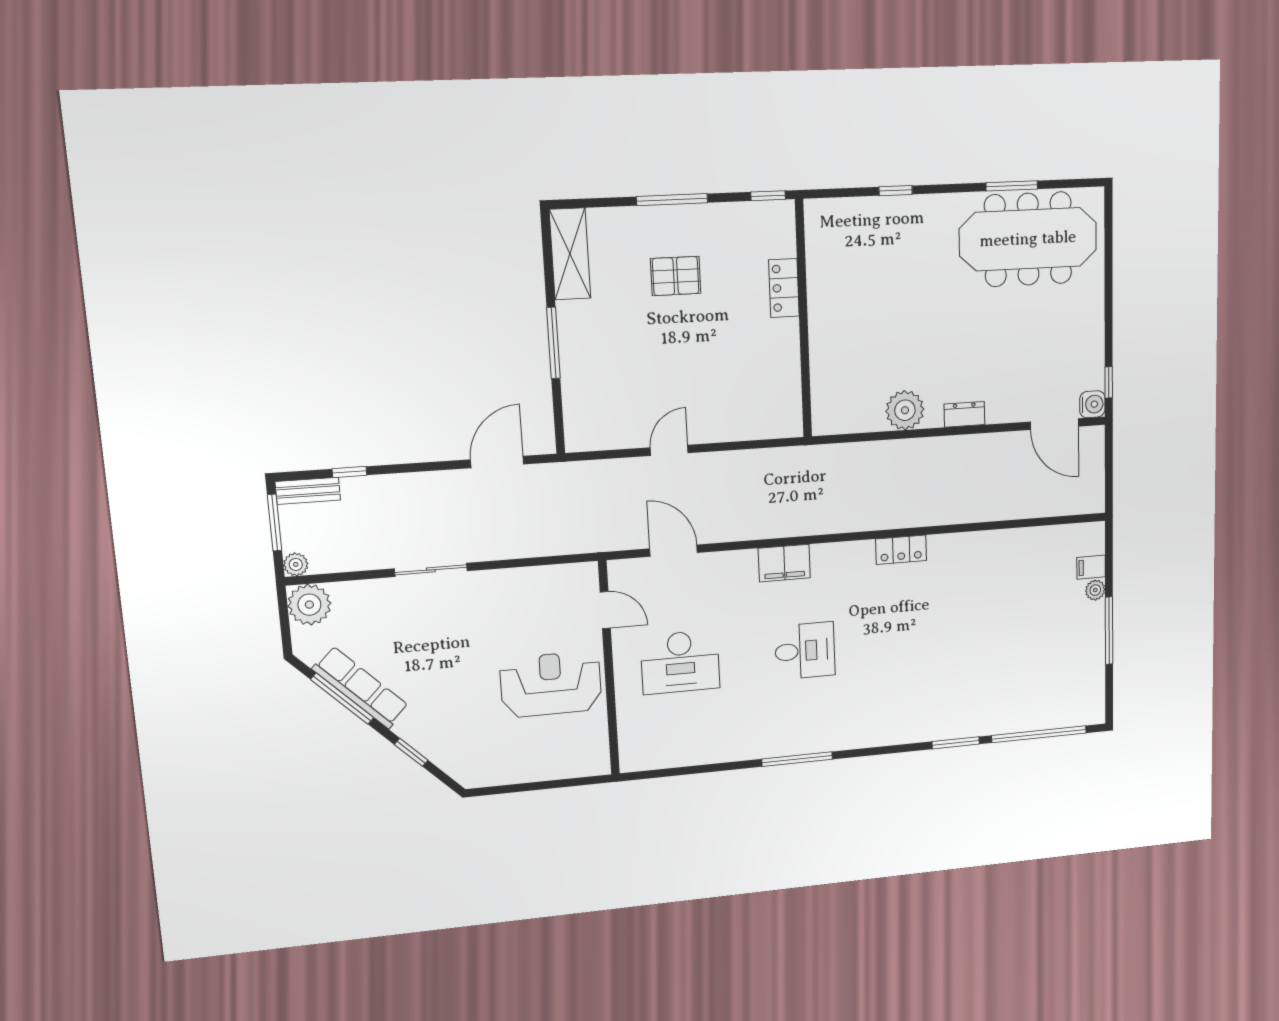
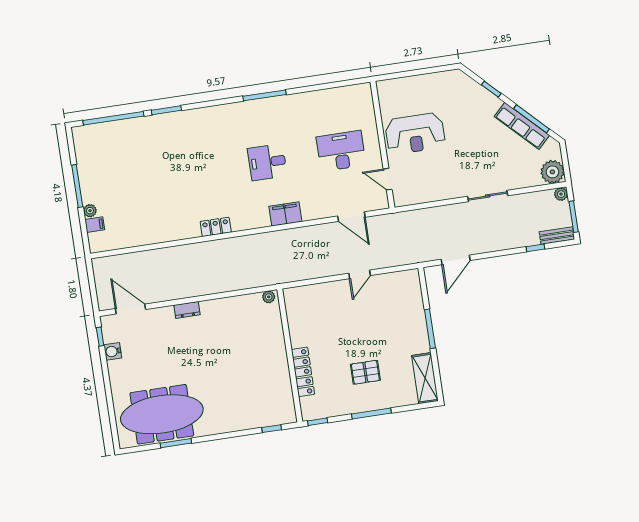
window: (896, 191) -> (272, 429), moved
locker: (784, 288) -> (303, 372), width x1.53
water cooler: (1092, 404) -> (113, 351), moved
plant: (905, 410) -> (269, 297), moved, width x0.53, depth x0.53

